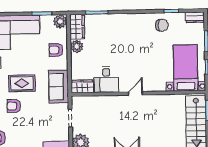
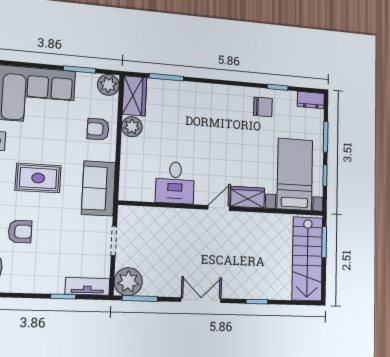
wardrobe: (82, 87) -> (248, 197), moved
armchair: (14, 106) -> (20, 231), moved, turned 180

